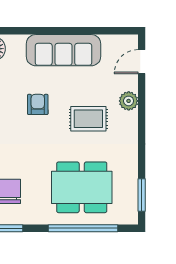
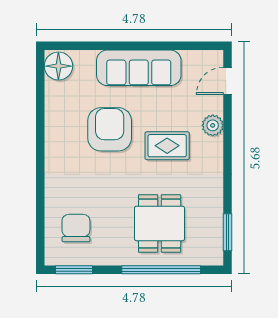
armchair: (38, 104) -> (110, 129), width x1.88, depth x1.88
dining table: (82, 187) -> (160, 223), width x0.73

